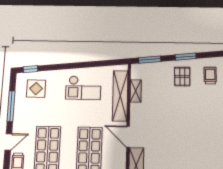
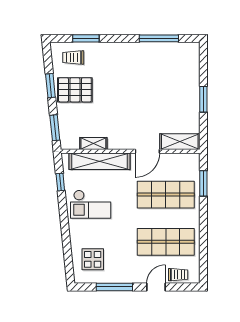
window: (30, 69) -> (60, 182), moved
pallet: (182, 77) -> (75, 90), width x1.50, depth x1.42
checkout: (83, 88) -> (91, 204), turned 90
door: (8, 142) -> (156, 287), hinge flipped

